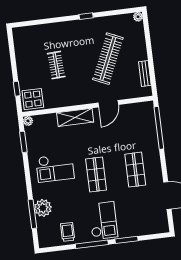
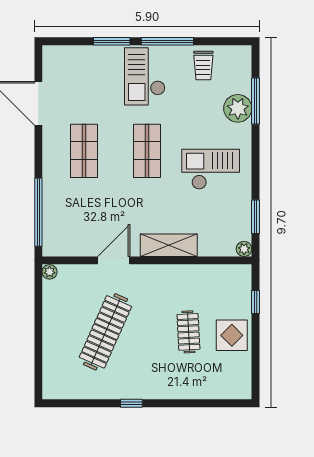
plant: (138, 17) -> (50, 272), moved
bench: (145, 74) -> (50, 301), removed
display table: (33, 99) -> (232, 335), moved

